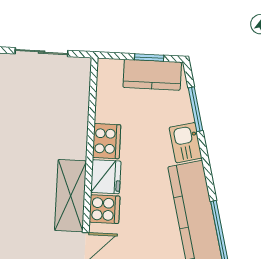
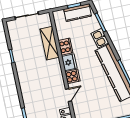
shelving: (71, 196) -> (49, 43), moved

